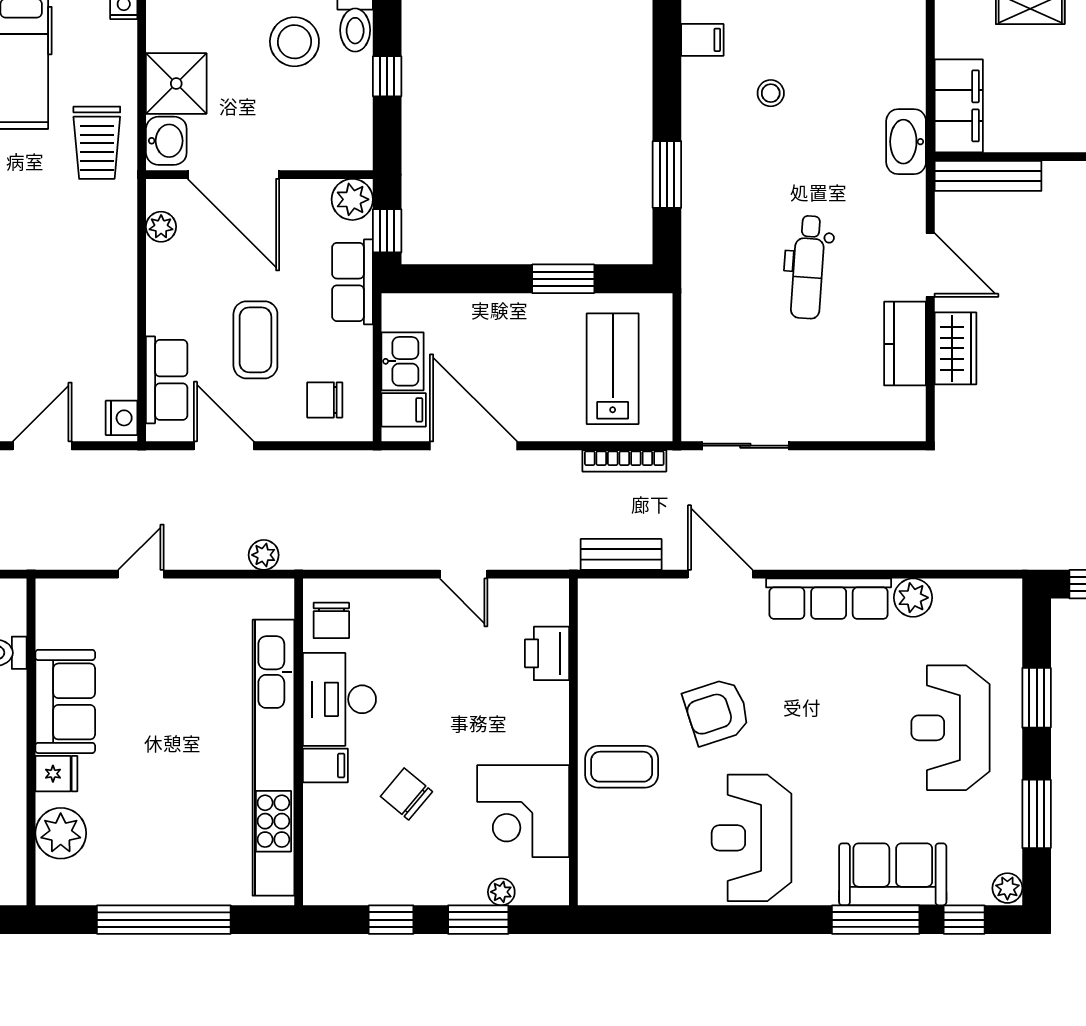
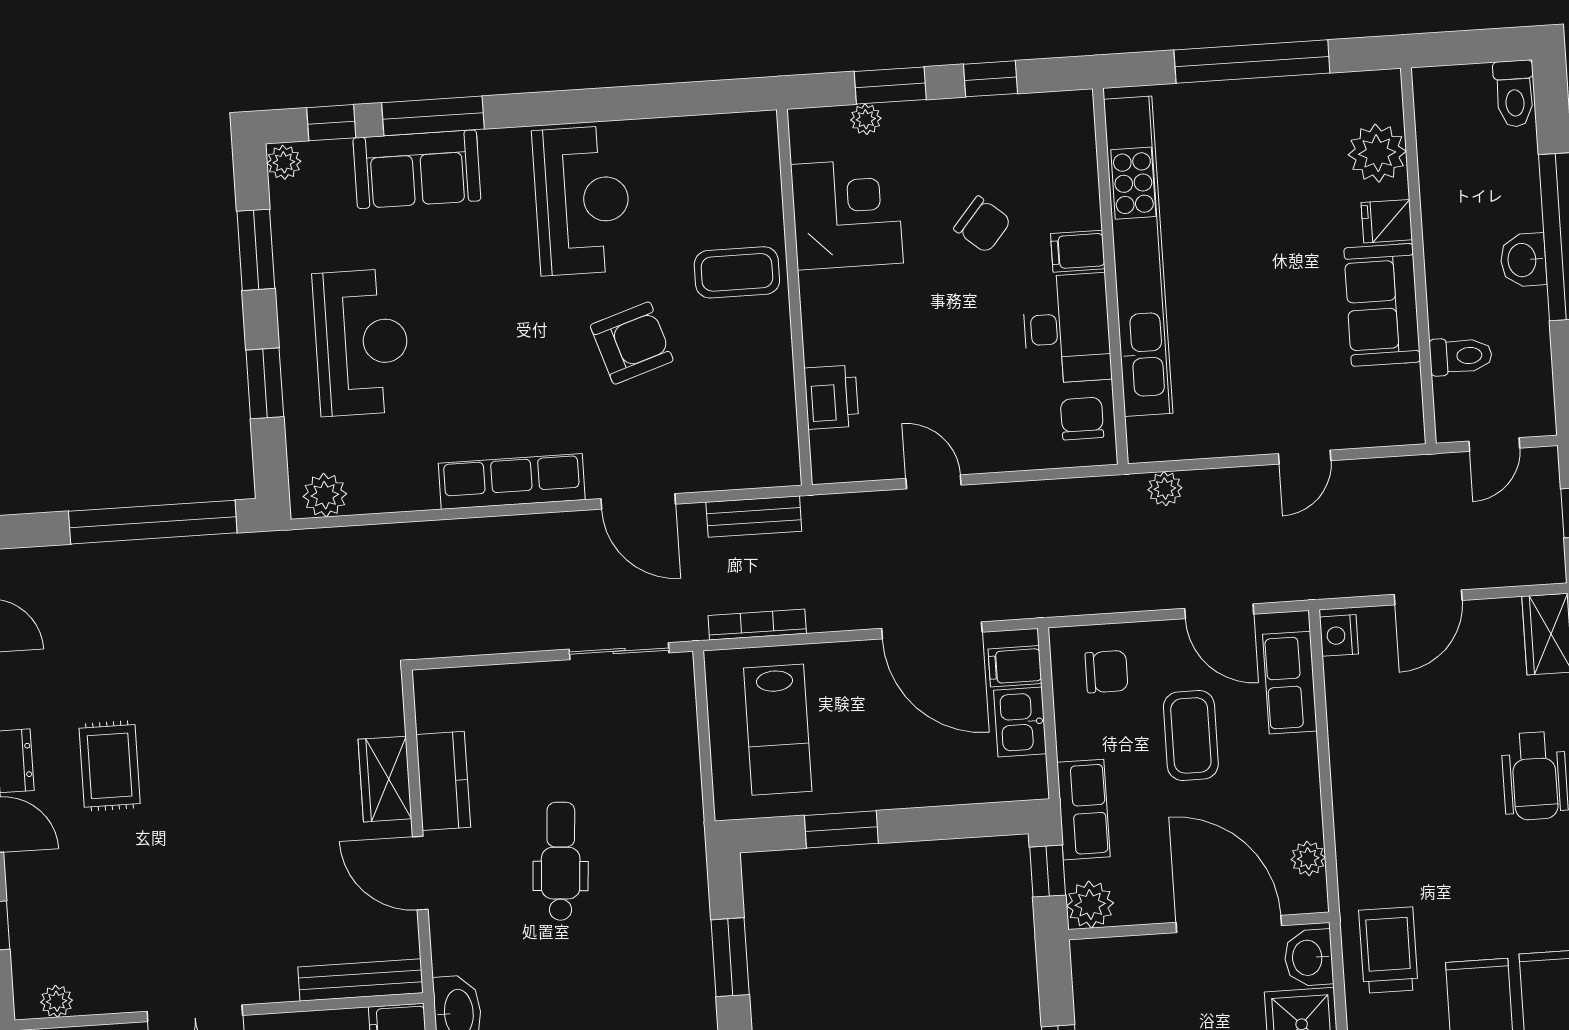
plant: (913, 598) -> (325, 495), moved

